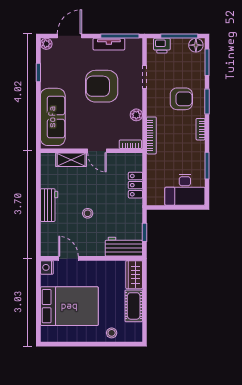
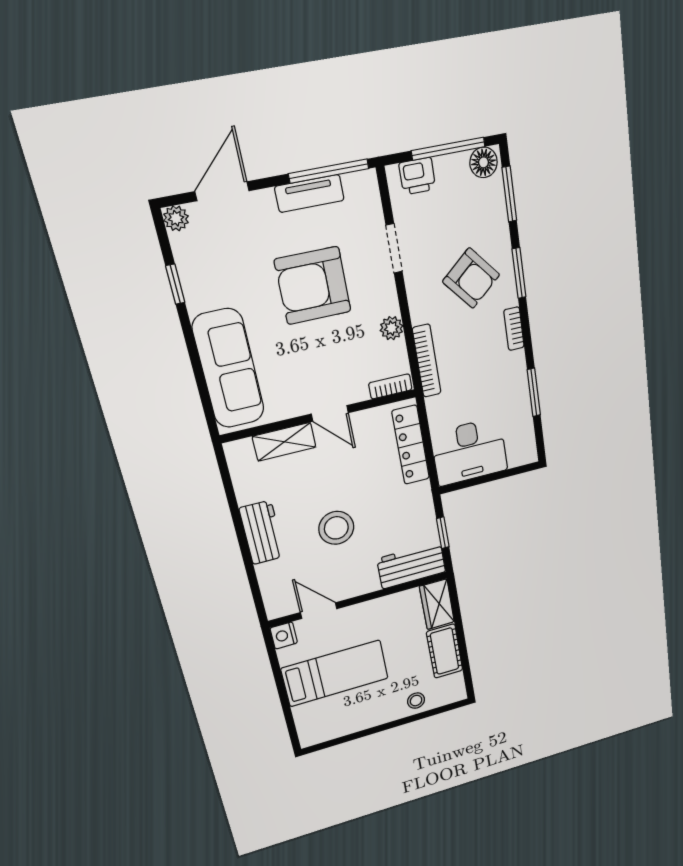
armchair: (181, 99) -> (471, 278), turned 50
locker: (135, 185) -> (411, 445), width x1.53
desk: (185, 190) -> (469, 452), moved
stool: (88, 213) -> (336, 528), width x1.89, depth x1.89
bed: (69, 306) -> (335, 673), width x0.67

